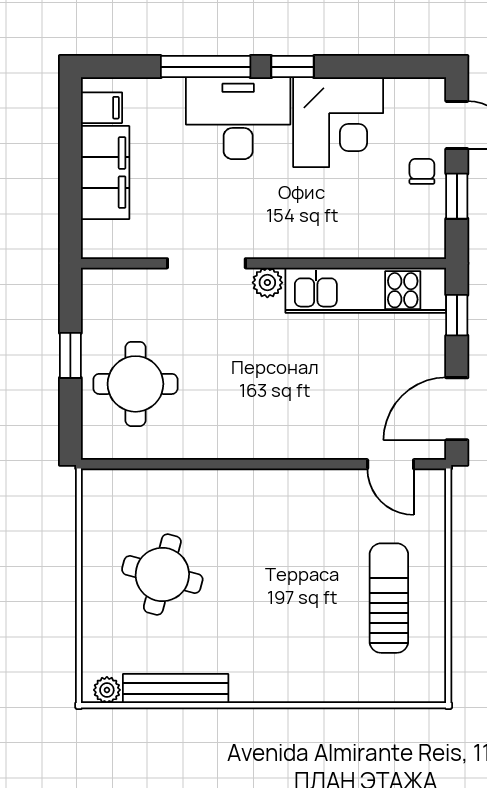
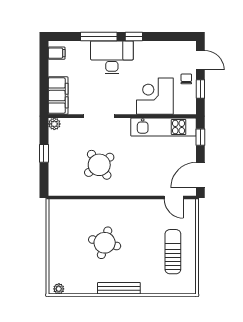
corner desk: (338, 122) -> (155, 96), moved, turned 180
filing cabinet: (105, 173) -> (58, 96), moved
plant: (267, 283) -> (54, 124), moved
round table: (135, 384) -> (99, 165), moved, turned -36
round table: (162, 574) -> (105, 243), moved
bench: (176, 689) -> (119, 288), moved

